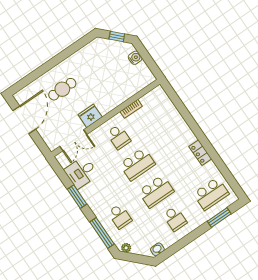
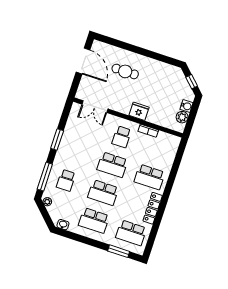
plant: (142, 69) -> (182, 117), added
fridge: (90, 116) -> (139, 111), moved
door: (24, 120) -> (83, 61), hinge flipped
school desk: (174, 139) -> (150, 177), added
locker: (200, 153) -> (153, 208), width x1.53
desk: (81, 172) -> (77, 129), removed
school desk: (175, 219) -> (94, 220), width x1.85

